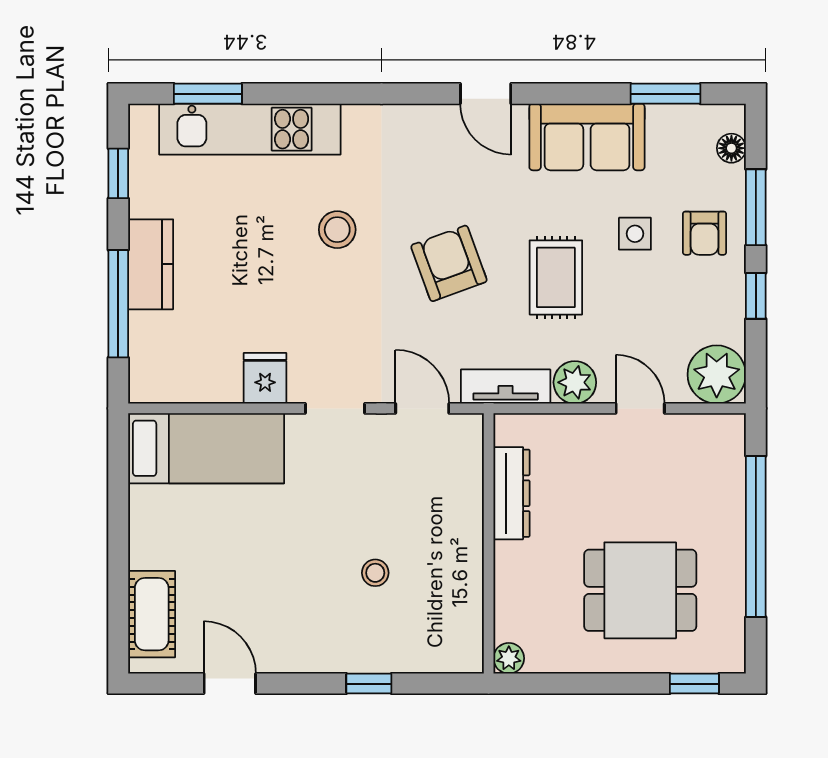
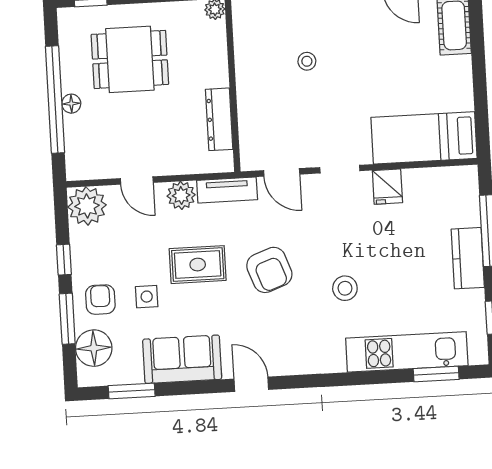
floor lamp: (731, 148) -> (94, 348), width x1.89, depth x1.89
rug: (556, 277) -> (198, 265), turned 90
floor lamp: (732, 529) -> (71, 104), added

